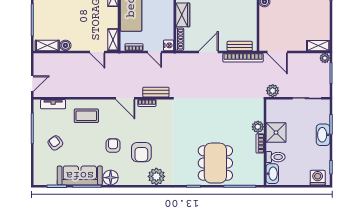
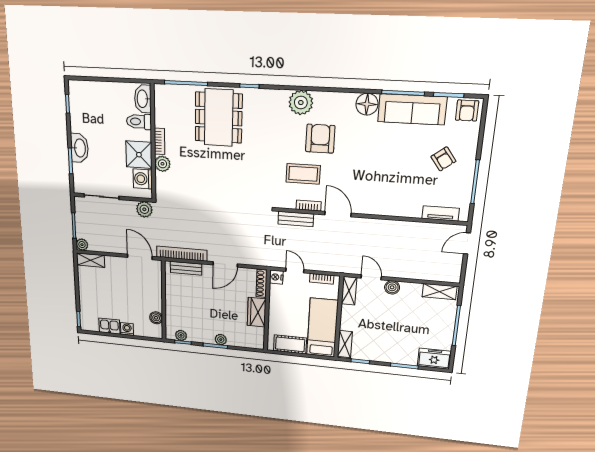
boiler: (65, 45) -> (392, 287), moved
coffee table: (86, 116) -> (303, 174), moved
armchair: (113, 145) -> (467, 111), moved
washing machine: (318, 178) -> (143, 179), moved, turned 90

